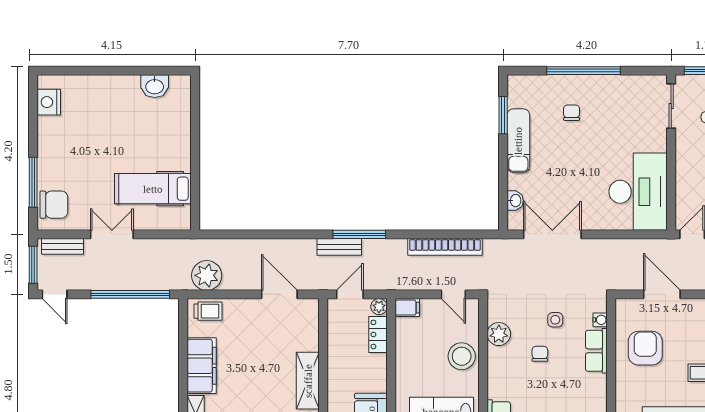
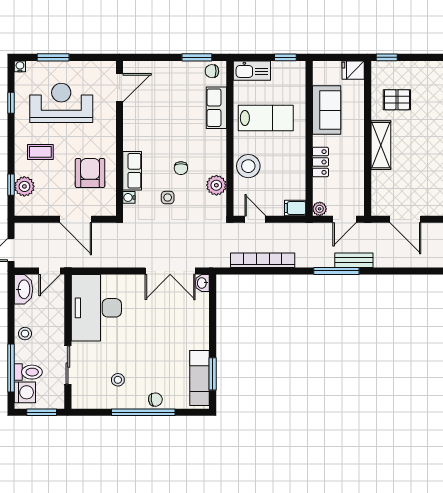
sliding door: (671, 106) -> (68, 365), moved
stool: (613, 108) -> (118, 380), added
chair: (571, 113) -> (155, 400), moved, turned -97
exam couch: (518, 141) -> (199, 378), moved
washbasin: (515, 201) -> (202, 283), moved
locker: (378, 334) -> (320, 162), moved
armchair: (645, 348) -> (90, 173), turned 180

